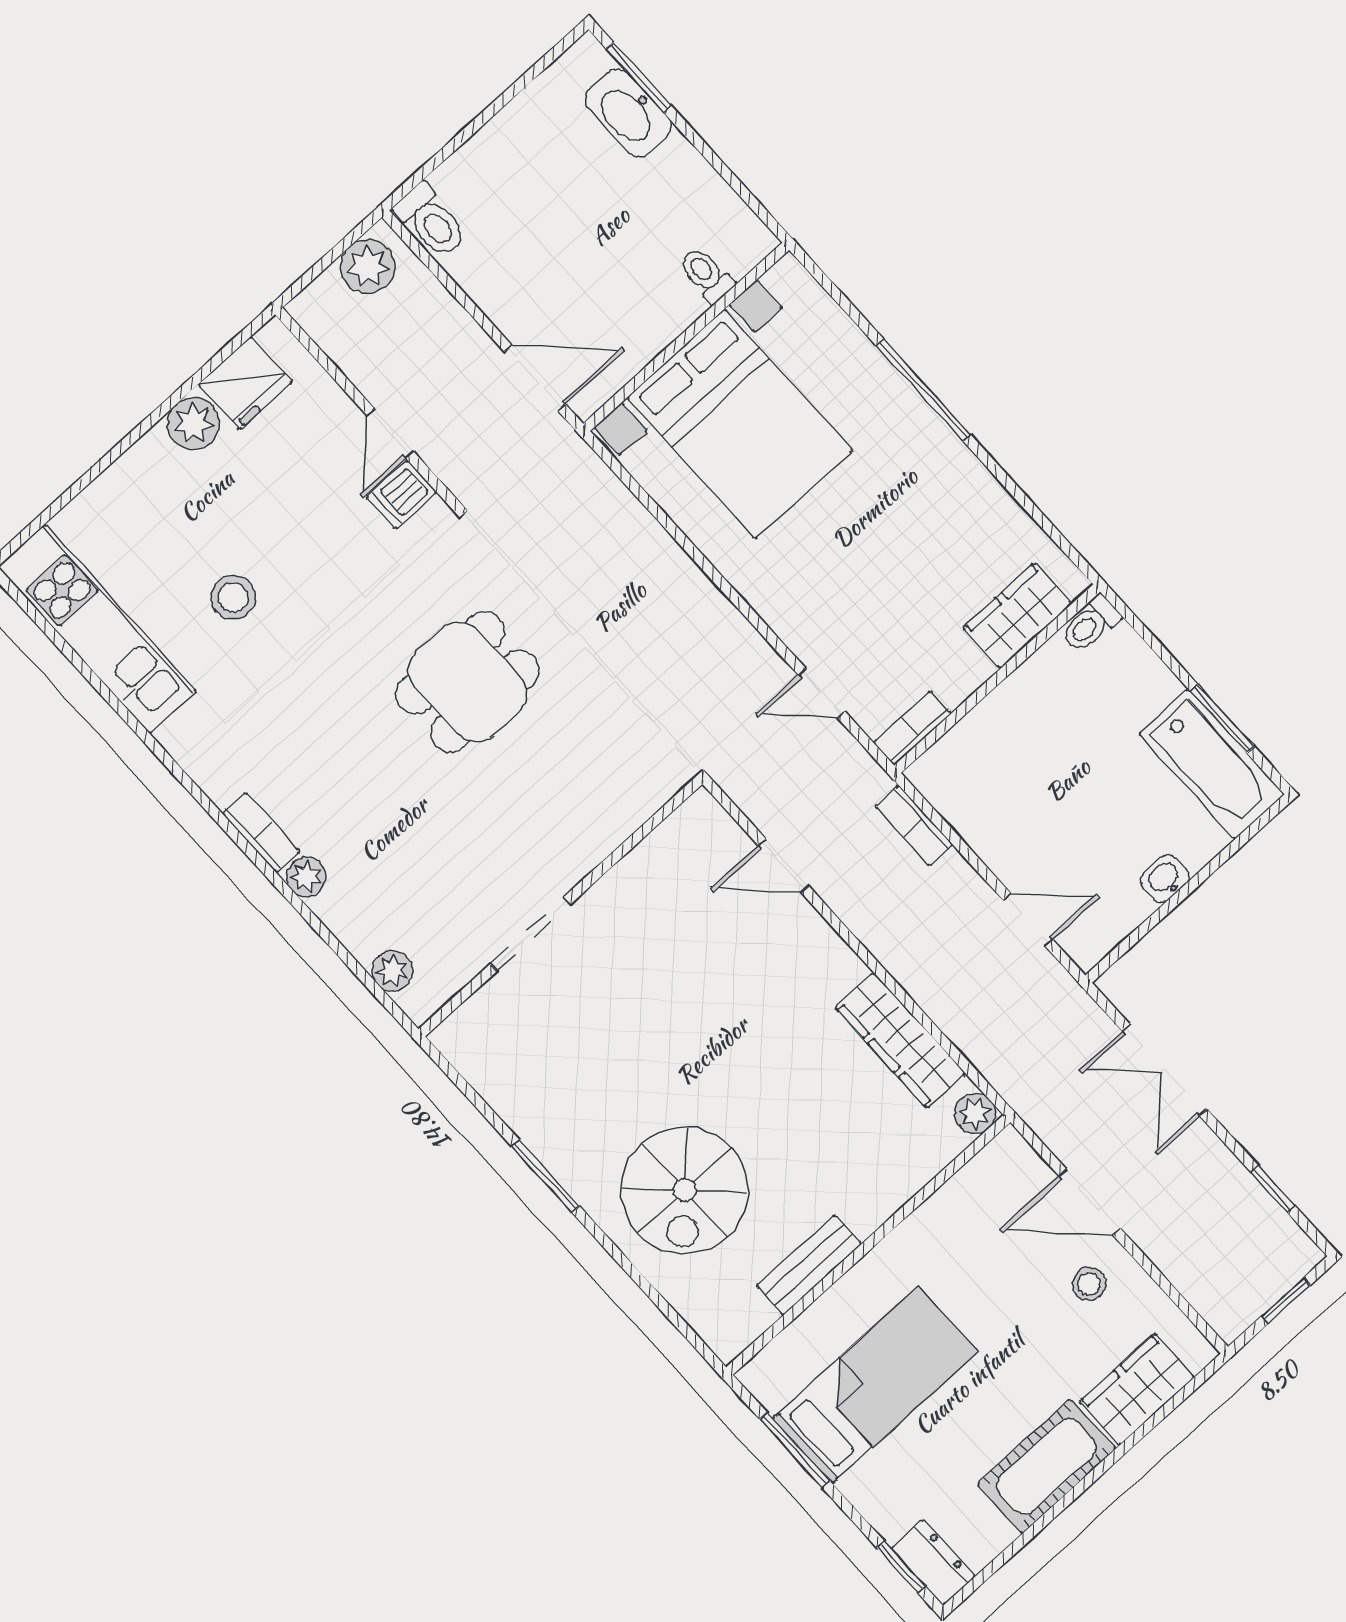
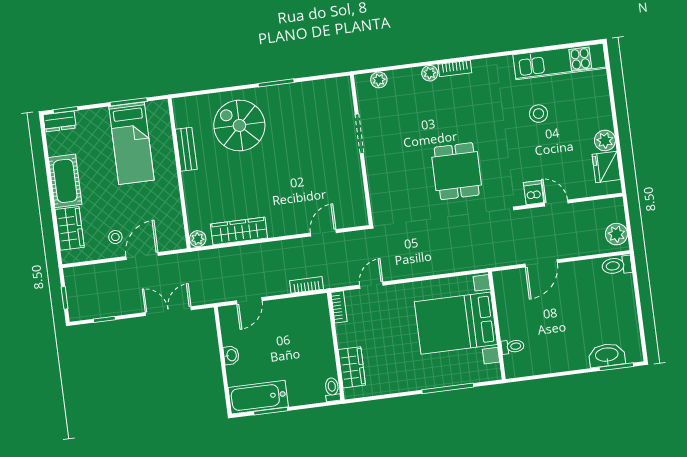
toilet: (706, 275) -> (513, 347), moved
wall: (686, 337) -> (497, 326), moved
bed with nightstands: (740, 424) -> (456, 323), moved

